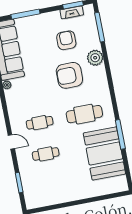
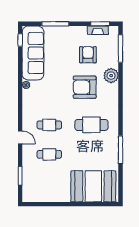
booth: (104, 153) -> (93, 186), moved, turned 90

